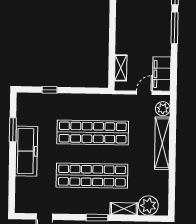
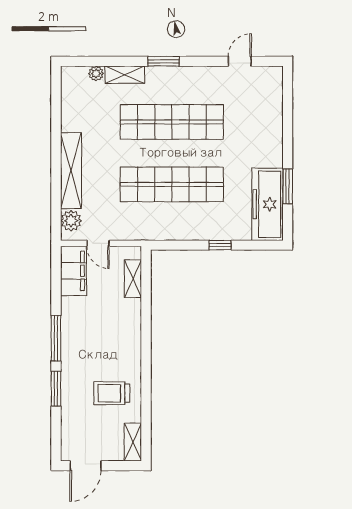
window: (50, 90) -> (220, 245), moved
door: (144, 93) -> (98, 243), hinge flipped
freezer: (26, 151) -> (267, 204), moved
plant: (148, 206) -> (96, 73), width x0.53, depth x0.53

